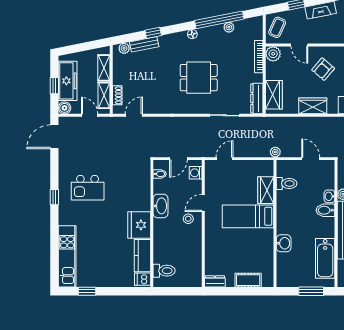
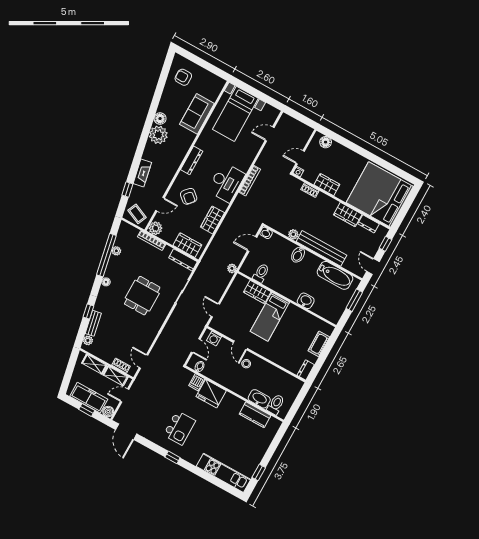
washbasin: (329, 196) -> (266, 233), moved
washbasin: (161, 206) -> (259, 399), moved
fridge: (139, 225) -> (211, 394), moved
dishwasher: (143, 279) -> (197, 382), moved

